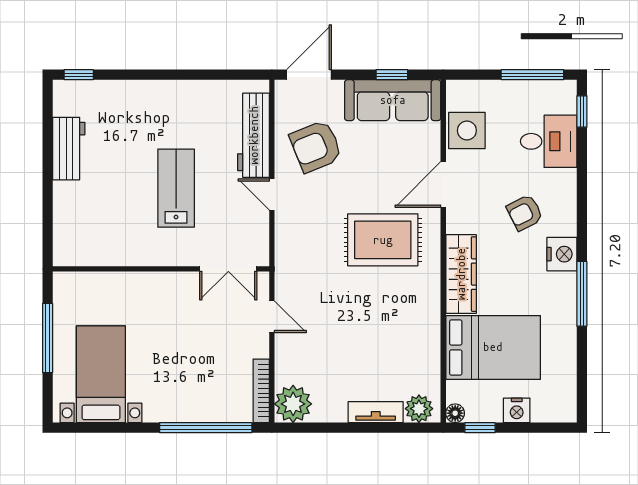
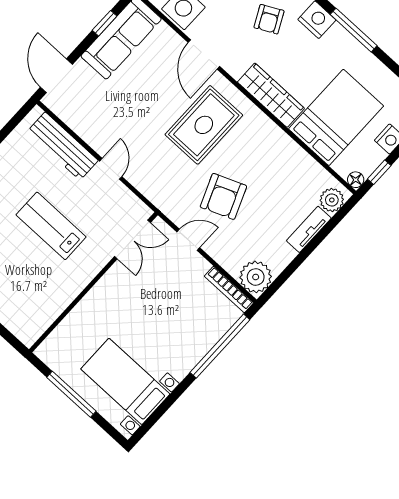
armchair: (316, 146) -> (223, 196), moved
door: (272, 194) -> (111, 169), swing flipped

